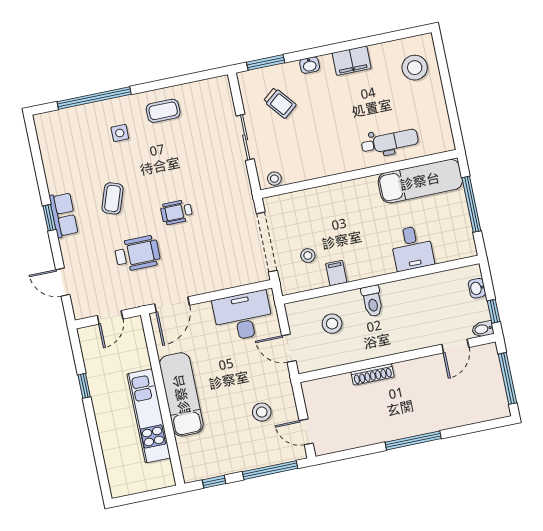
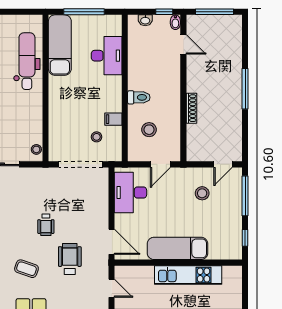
dental chair: (390, 142) -> (27, 61), width x1.36, depth x1.38
desk: (412, 248) -> (107, 56), width x1.37

